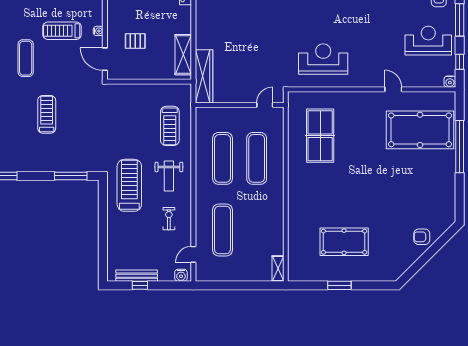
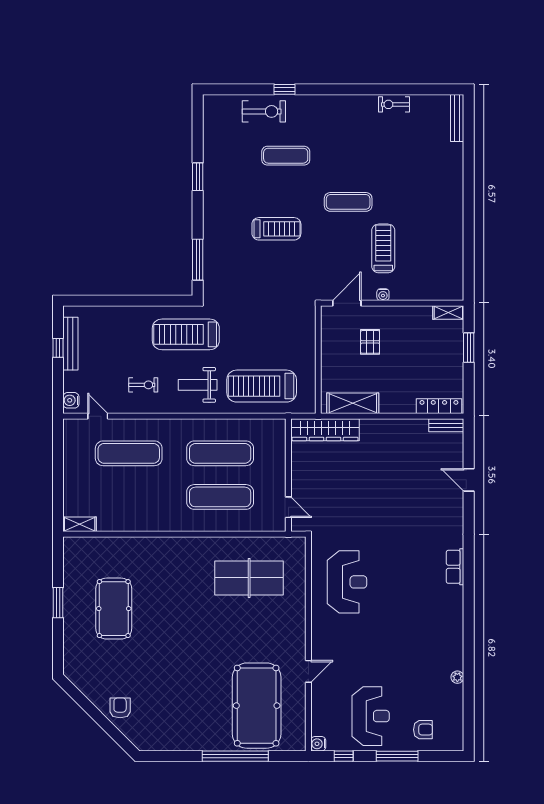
treadmill: (170, 126) -> (262, 386), width x1.37, depth x1.38
treadmill: (129, 185) -> (186, 334), turned 180

